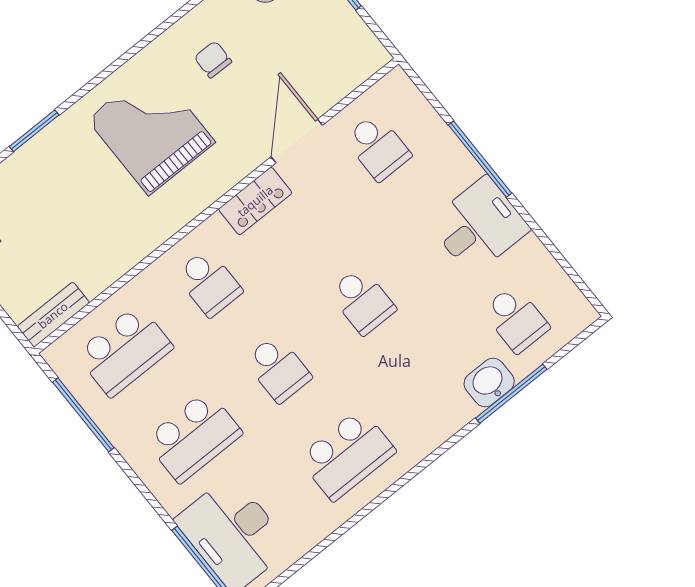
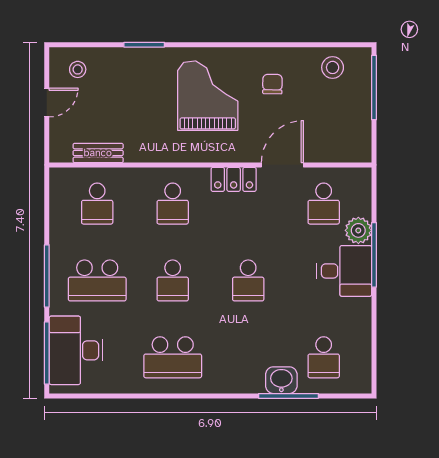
plant: (441, 146) -> (358, 230), added
desk: (479, 226) -> (344, 271), moved
bench: (53, 315) -> (98, 153), moved
school desk: (124, 351) -> (97, 204), width x0.54
window: (83, 415) -> (47, 276), moved

